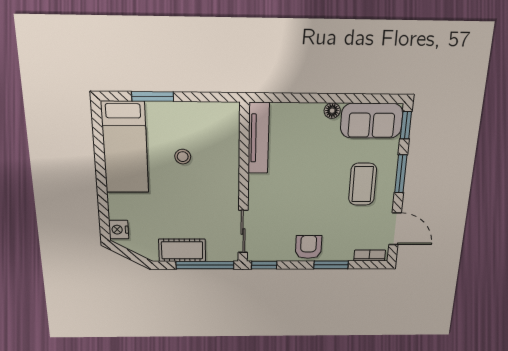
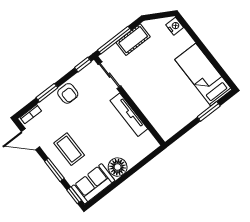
floor lamp: (332, 111) -> (118, 167), width x1.89, depth x1.89
tv unit: (259, 138) -> (129, 115), moved
stool: (183, 157) -> (172, 92), removed

